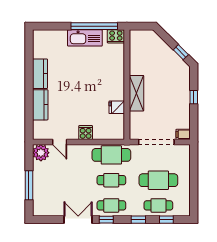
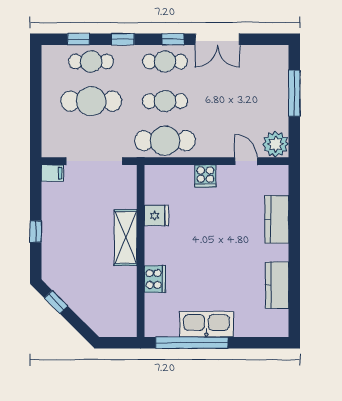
cooker: (116, 36) -> (155, 279), moved, turned 90
kitchen counter: (40, 74) -> (277, 285), moved

